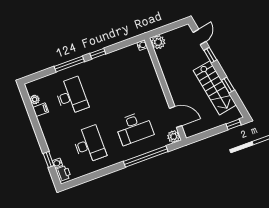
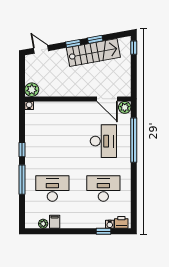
window: (210, 55) -> (73, 44), moved
door: (176, 117) -> (107, 99), swing flipped

